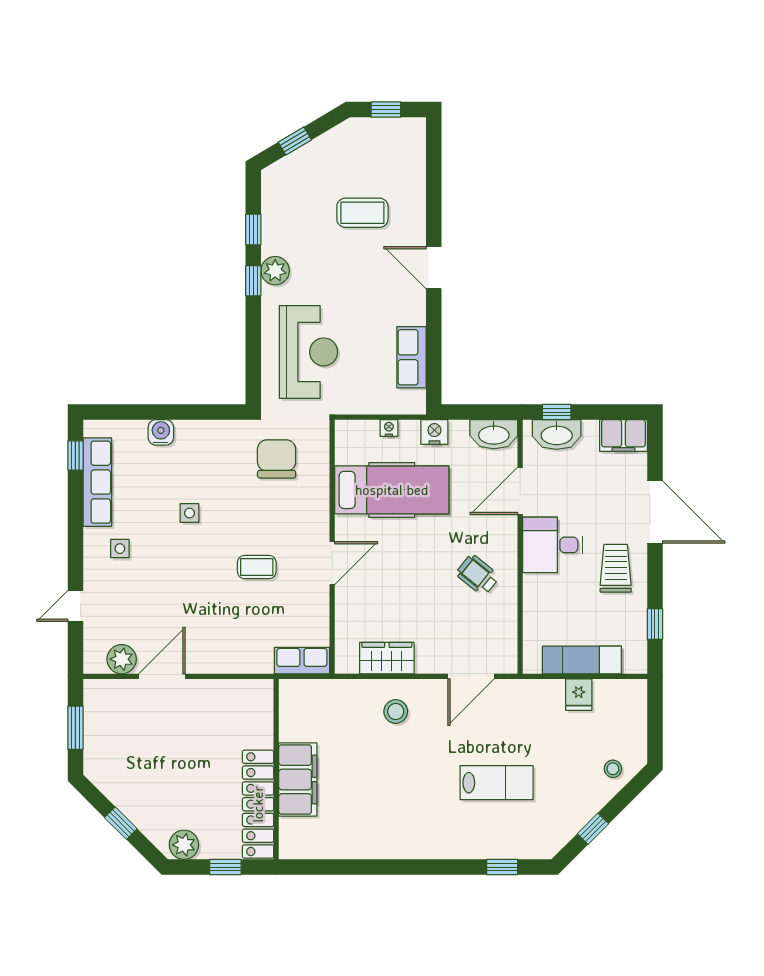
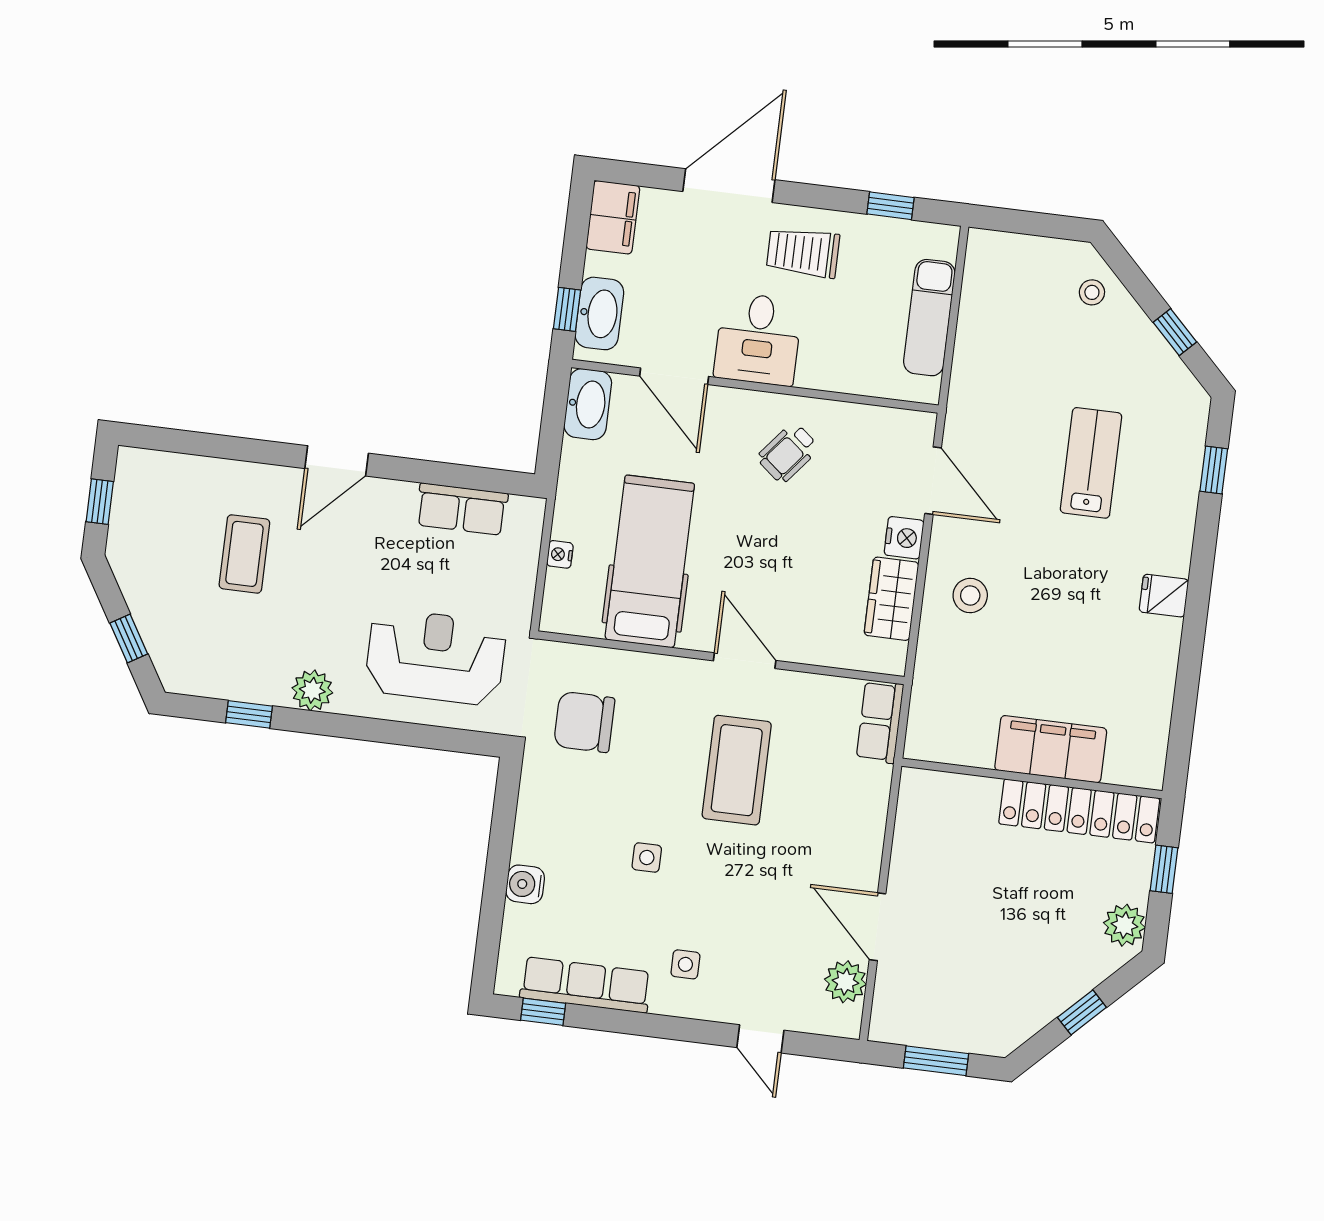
window: (253, 281) -> (323, 724), removed
nightstand: (434, 432) -> (904, 538), moved, turned 180
coffee table: (257, 567) -> (737, 770), width x1.86, depth x1.72
fridge: (579, 695) -> (1164, 596), moved, turned 180

